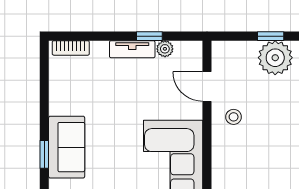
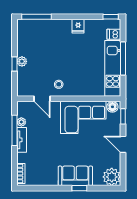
window: (149, 36) -> (14, 130), width x2.17
plant: (275, 58) -> (22, 61), width x0.53, depth x0.53
door: (207, 87) -> (42, 99), hinge flipped

